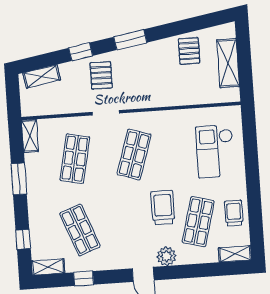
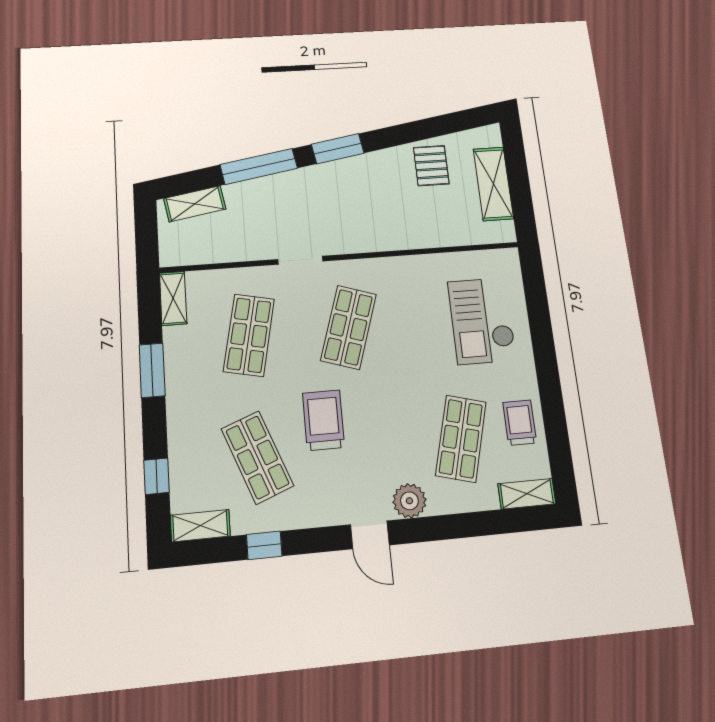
window: (81, 52) -> (259, 166), width x2.17
pallet: (101, 75) -> (292, 202), removed
trolley: (163, 208) -> (323, 420), moved

